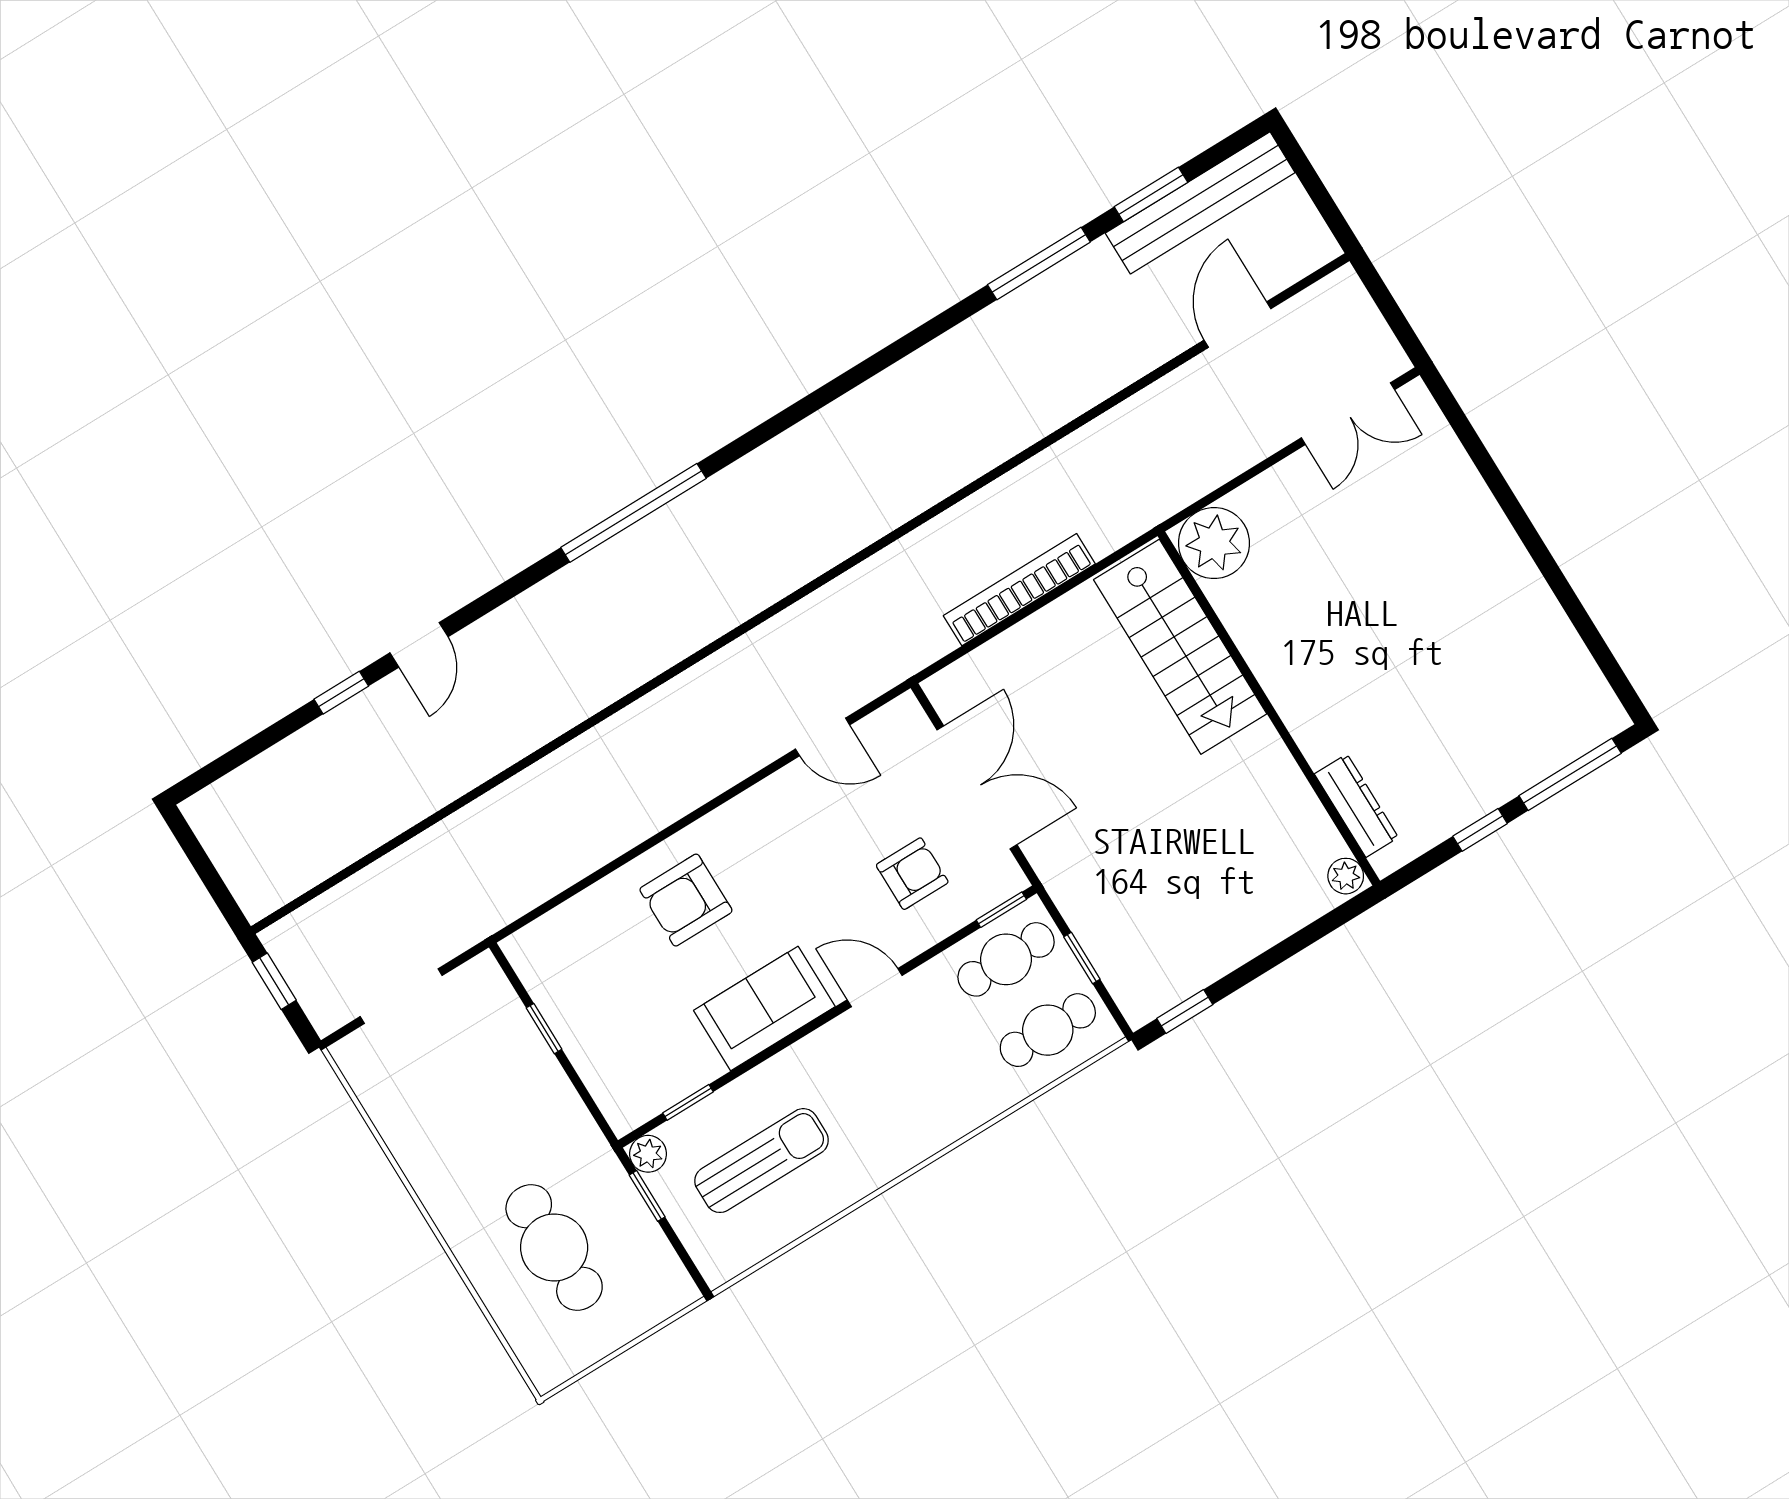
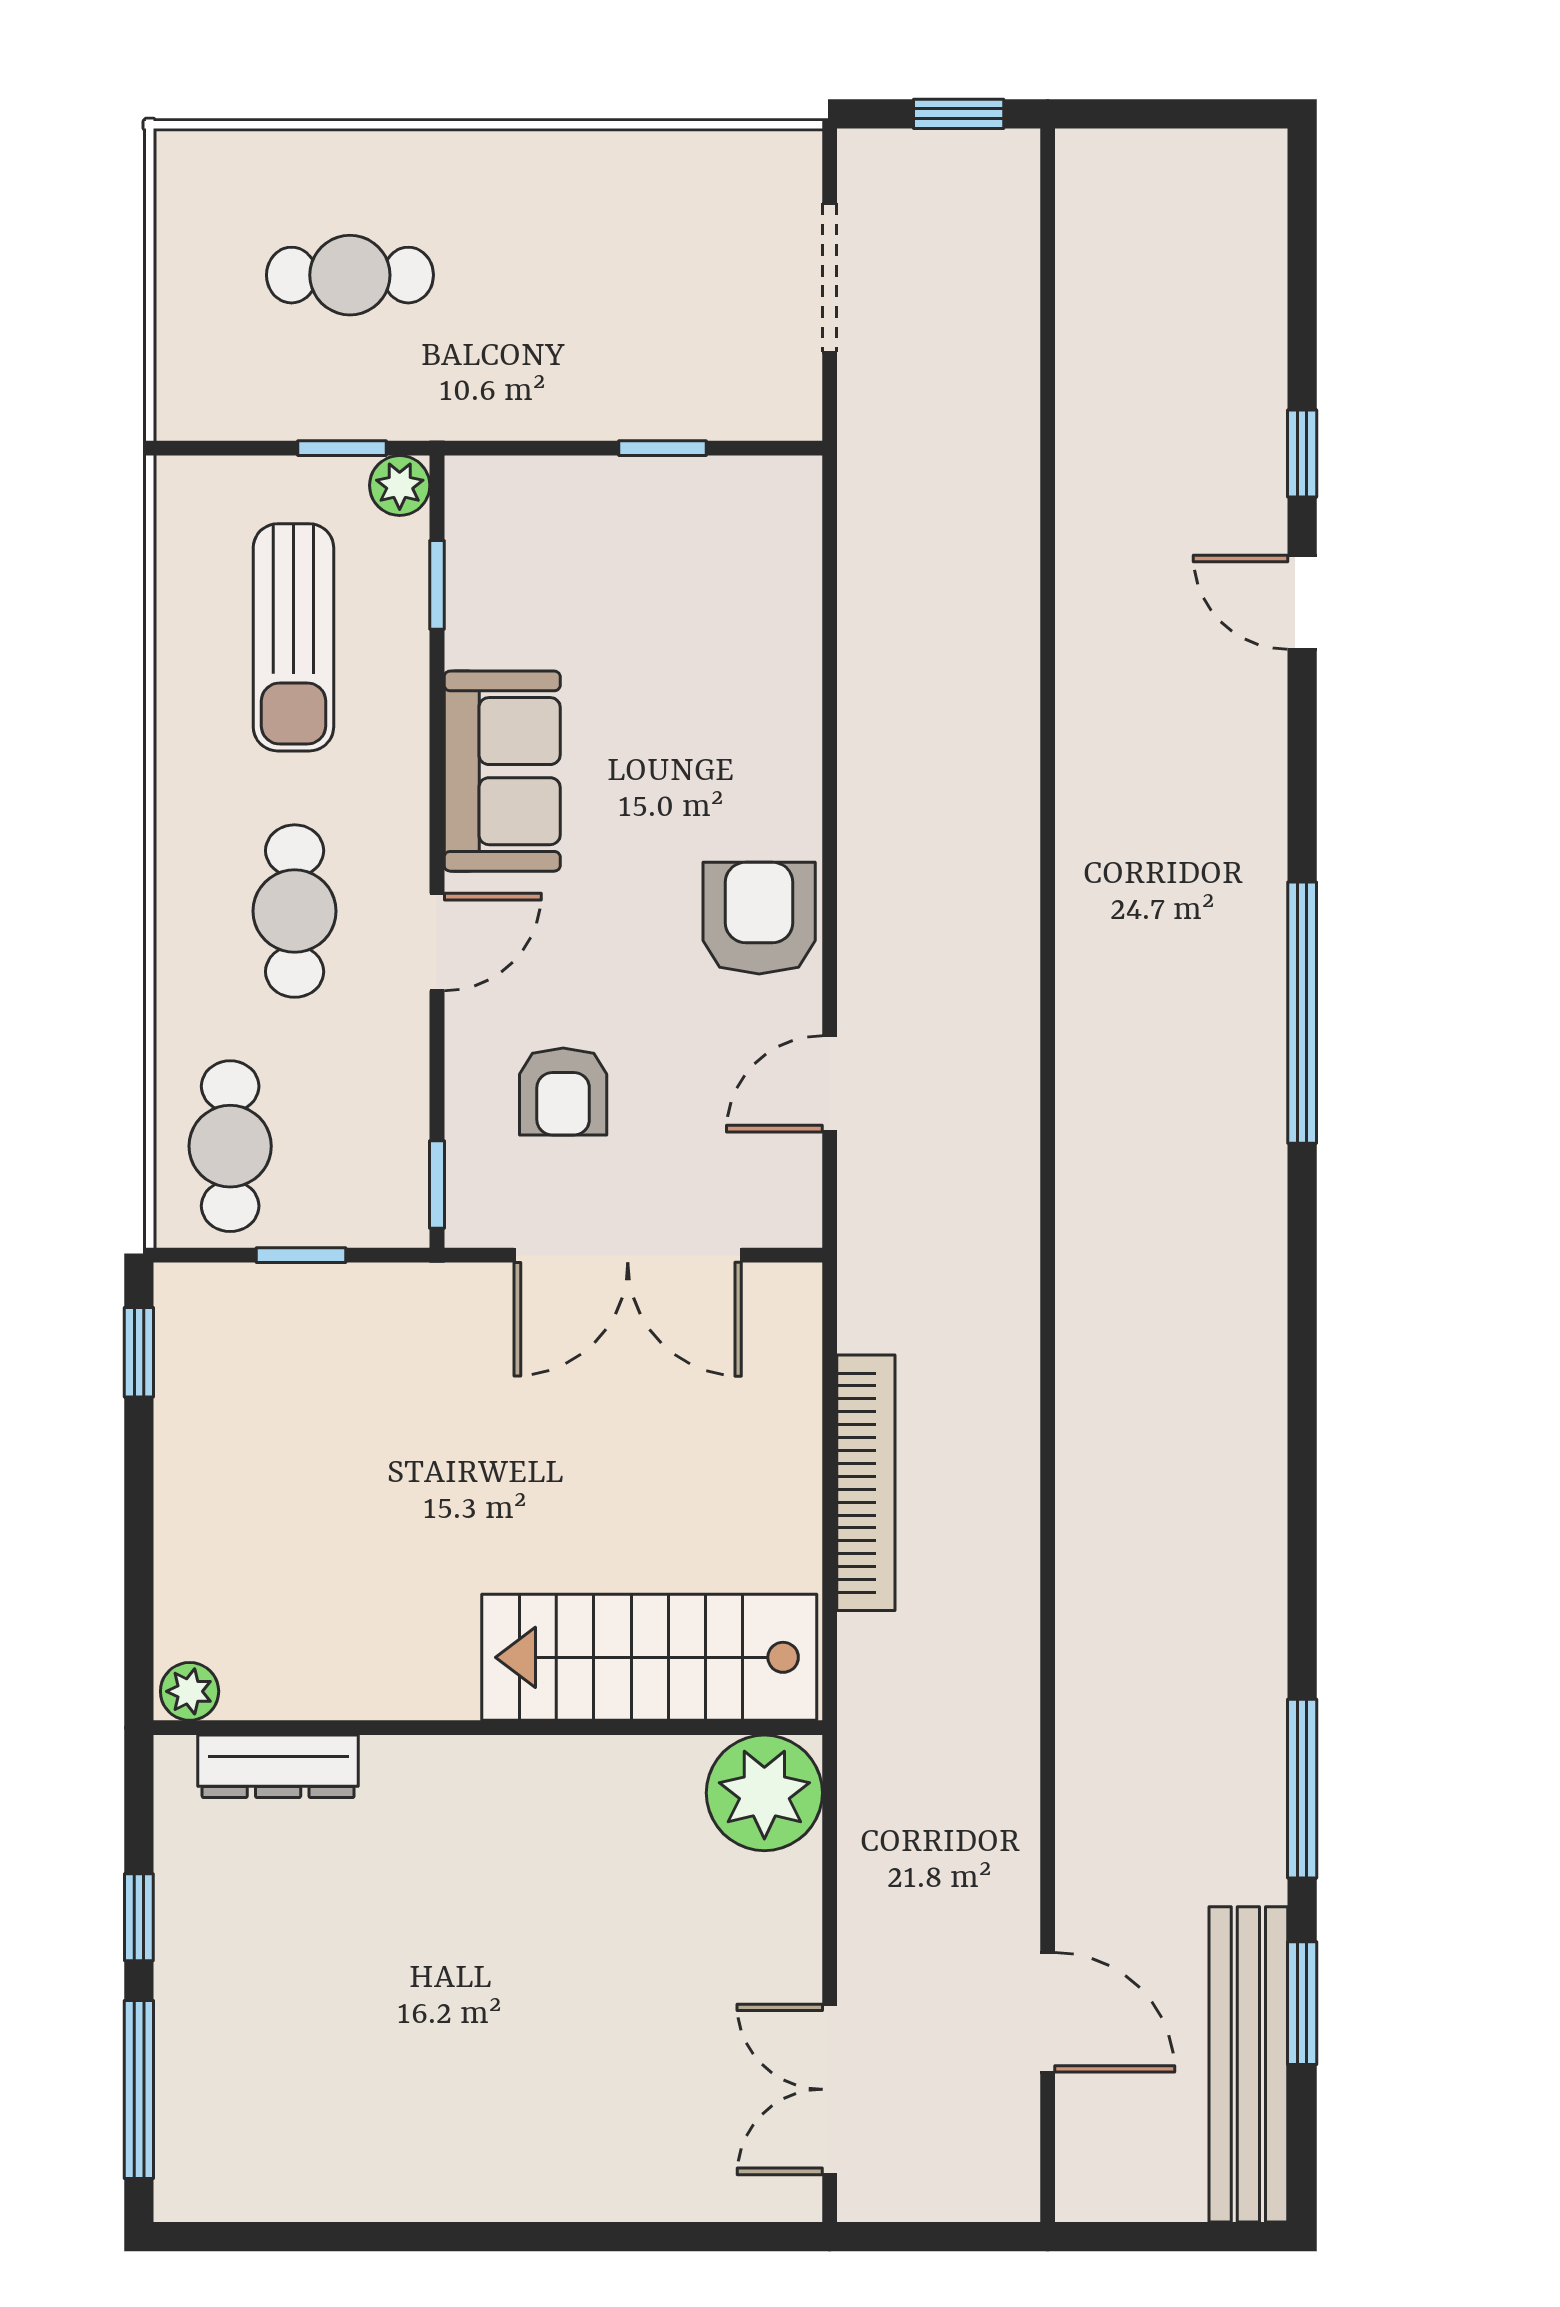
armchair: (686, 900) -> (759, 918), moved
cafe table: (1006, 959) -> (295, 911), moved
cafe table: (554, 1247) -> (350, 275), width x0.73, depth x0.74

